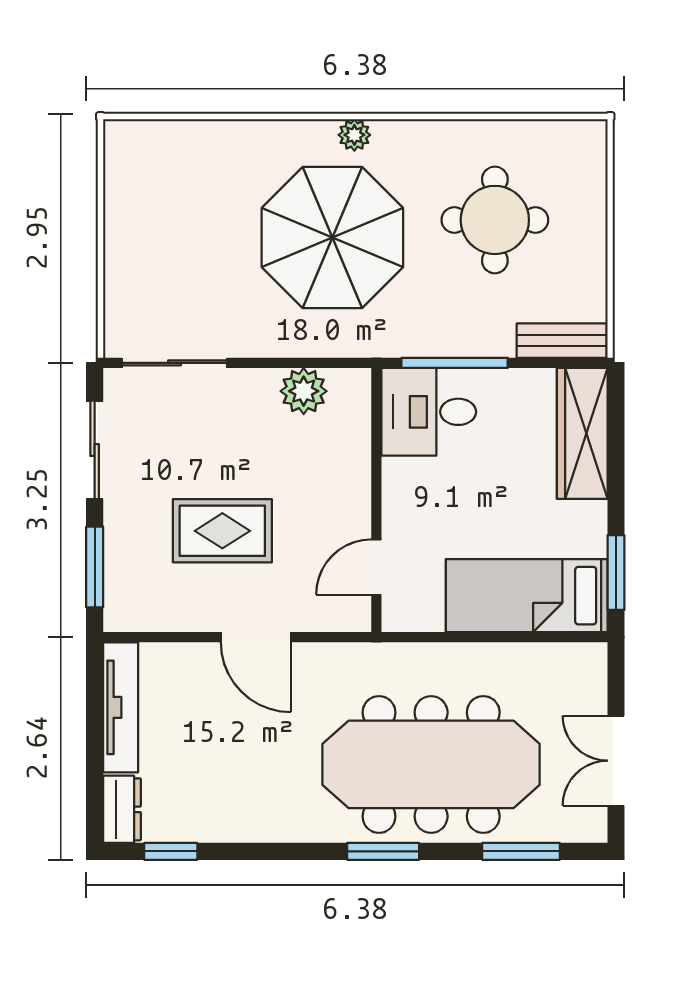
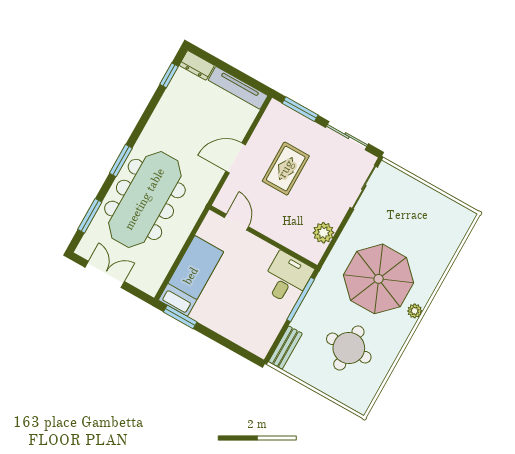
wardrobe: (582, 433) -> (244, 335), removed

